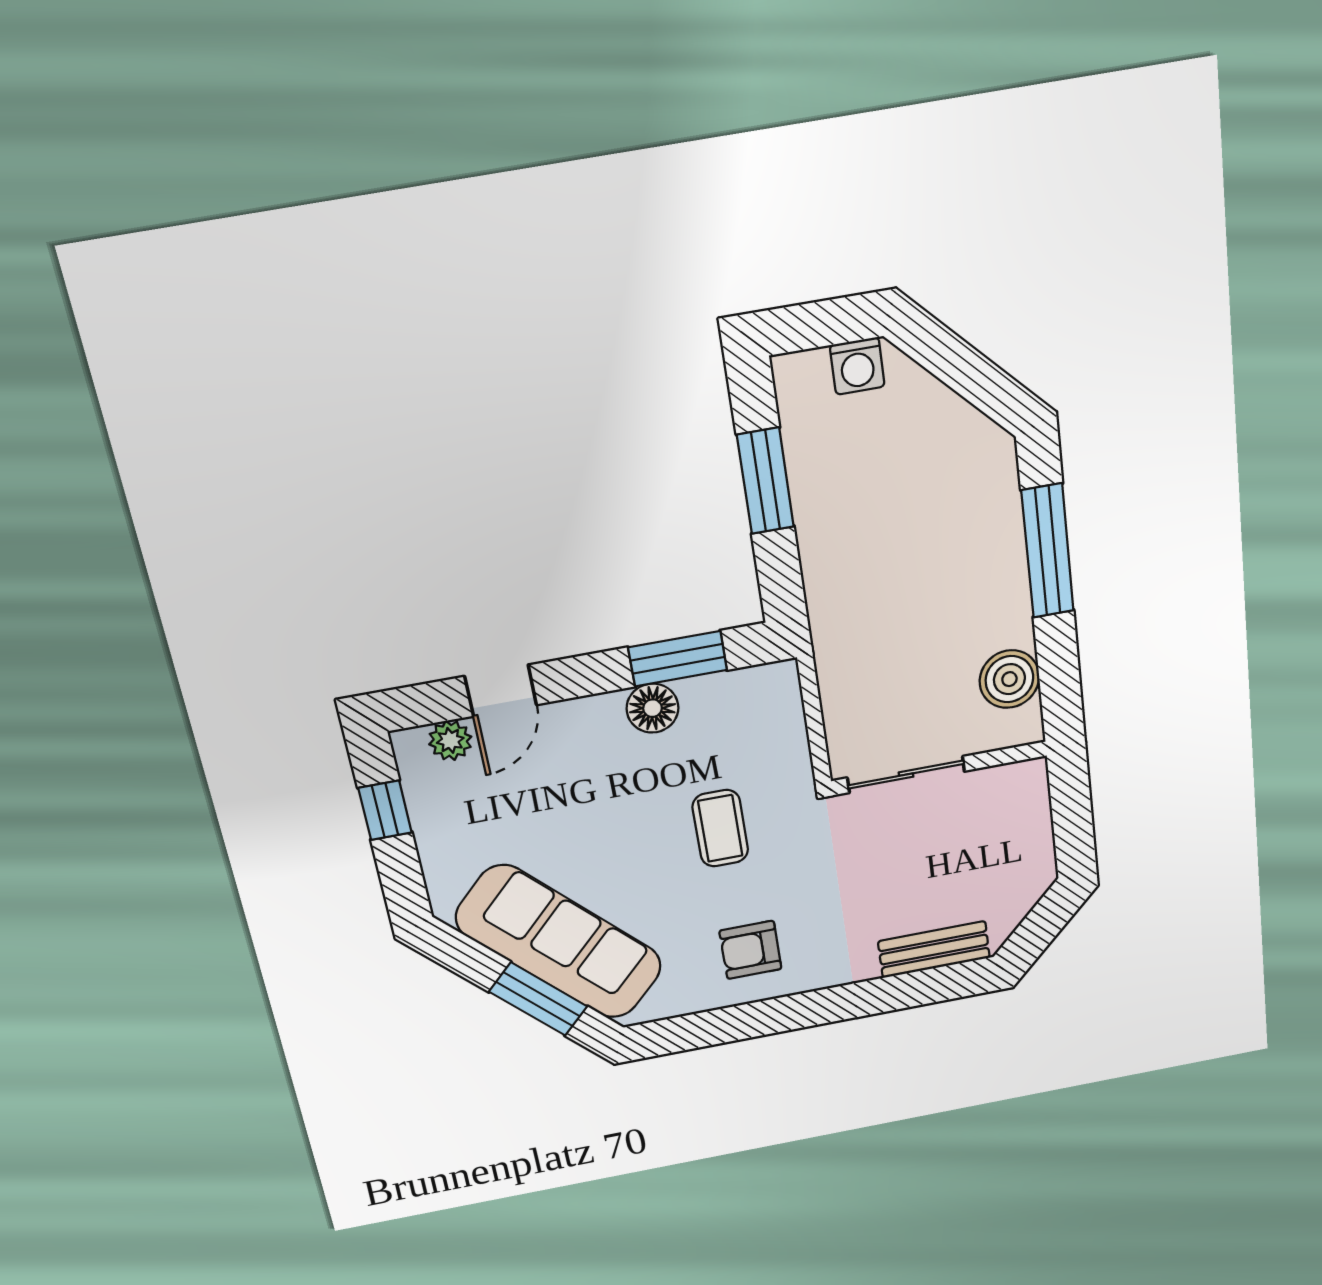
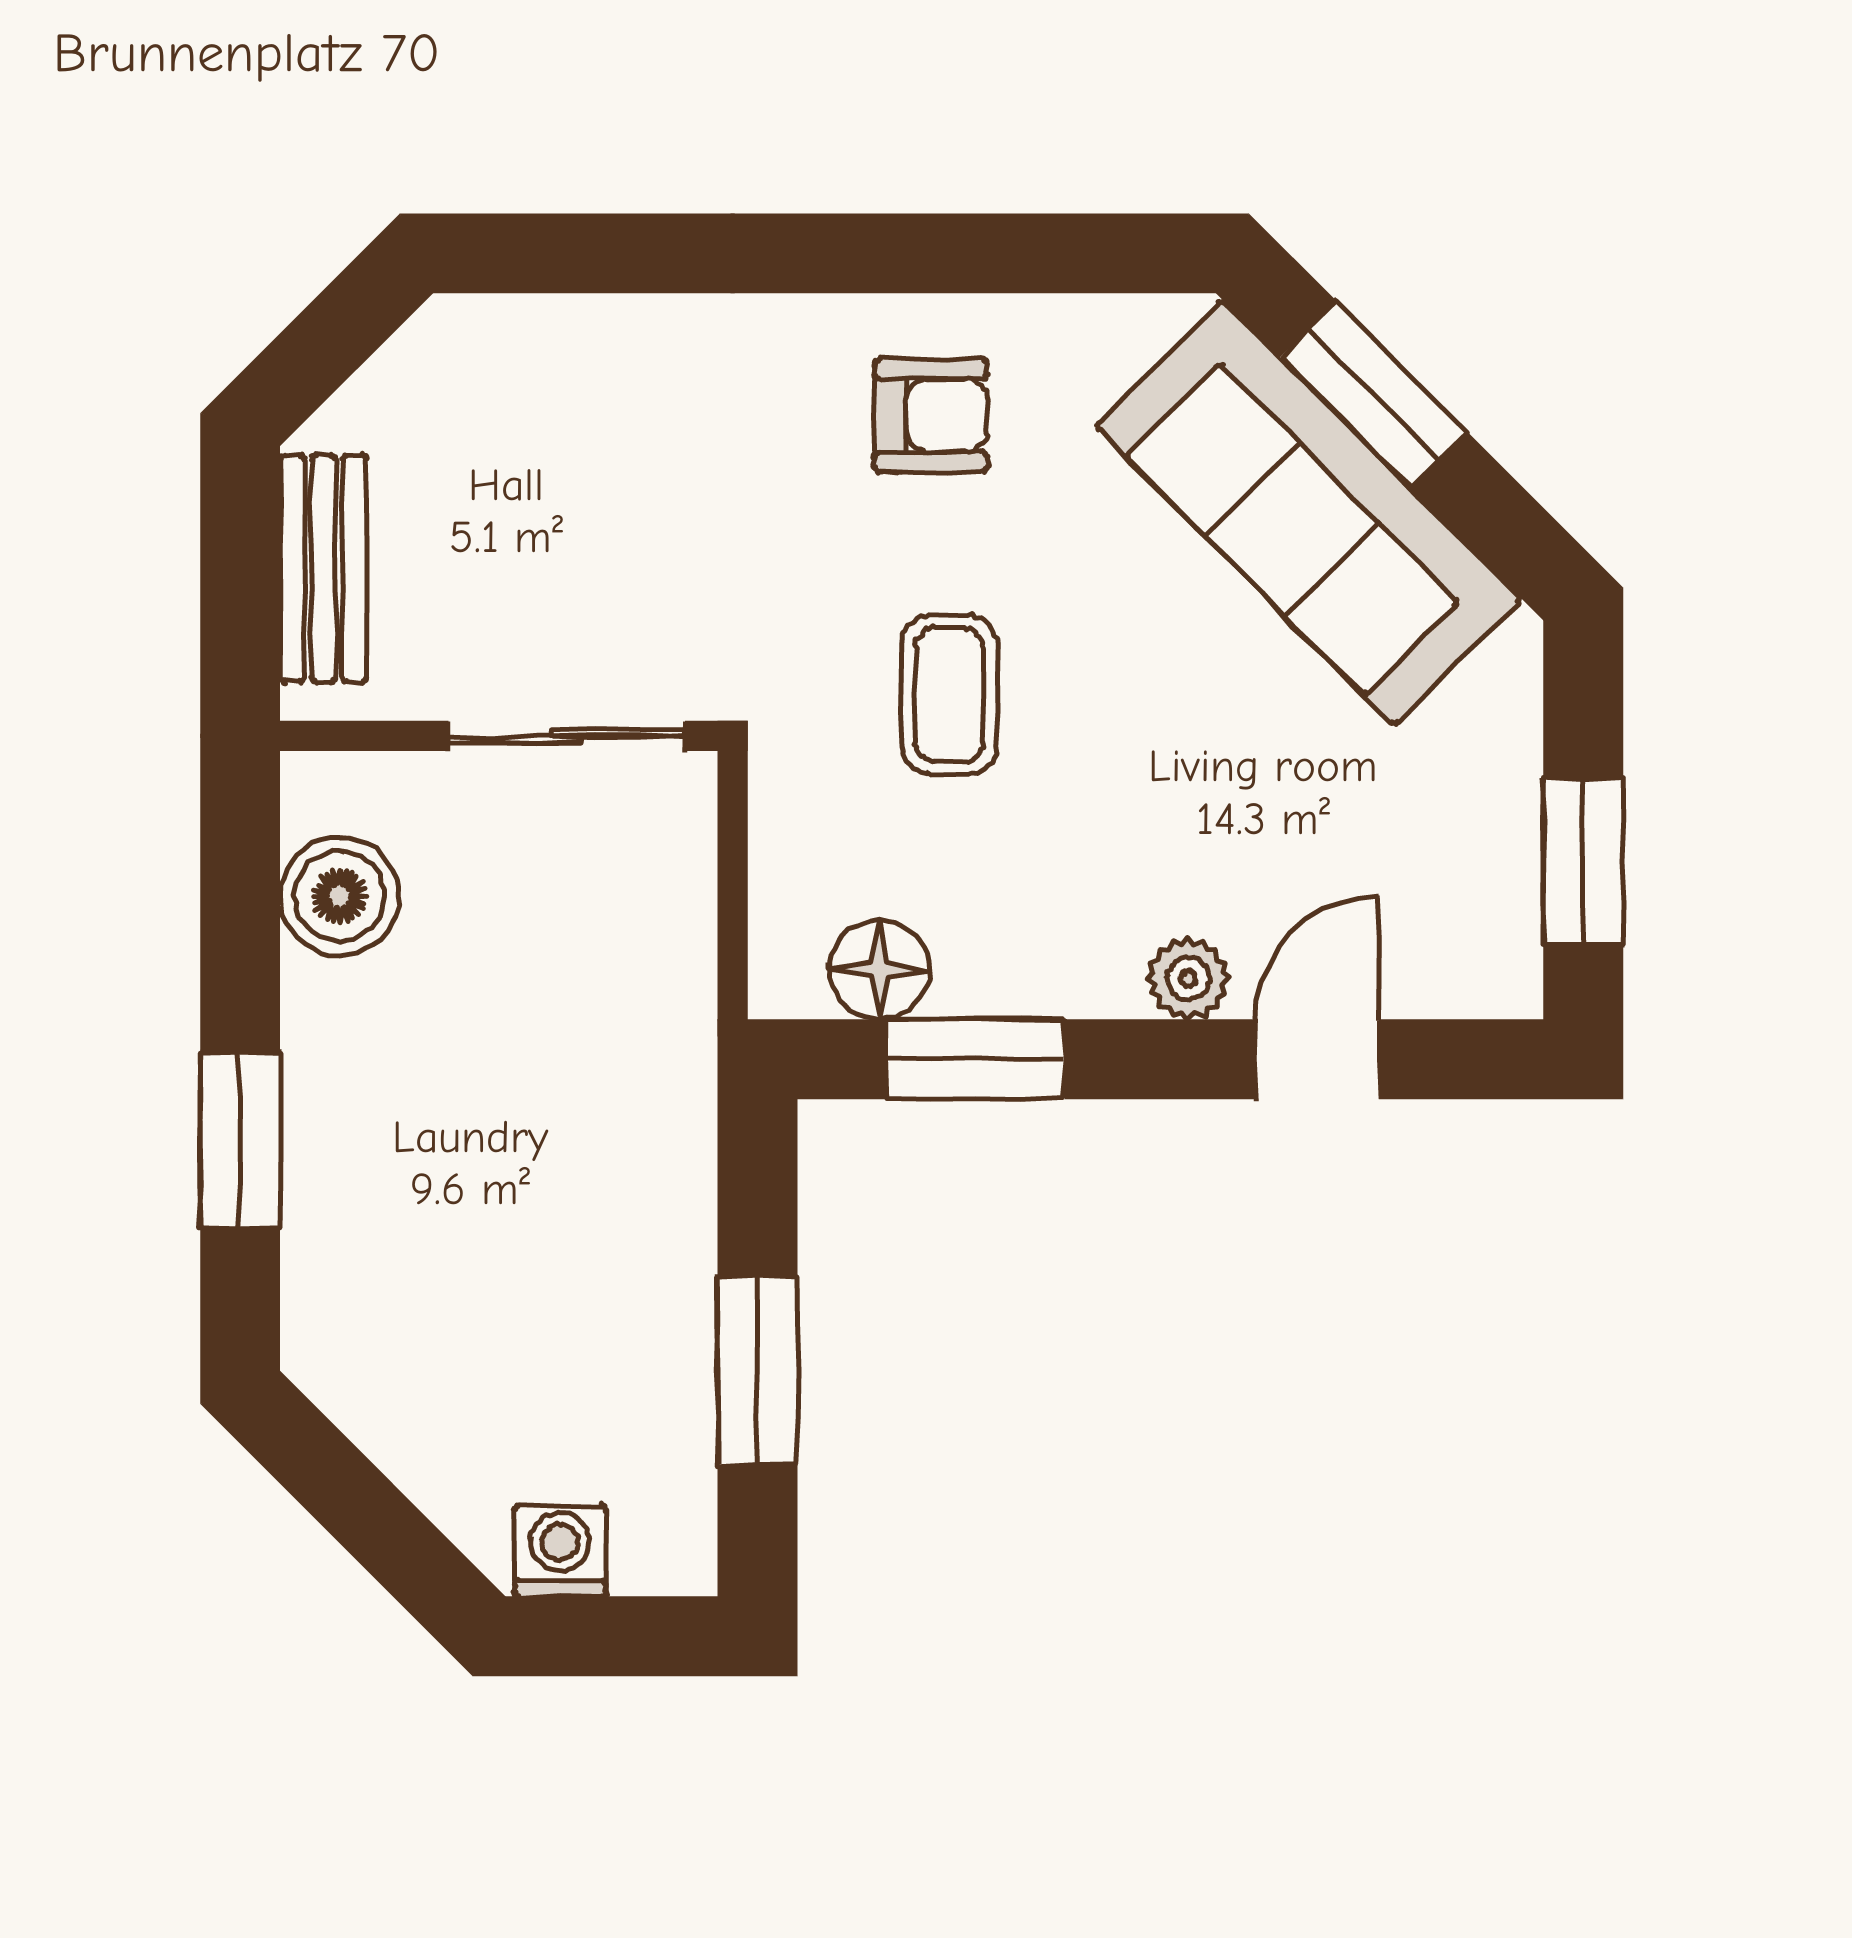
window: (1048, 551) -> (240, 1141), width x0.69
floor lamp: (652, 708) -> (879, 970), moved
plant: (450, 740) -> (1188, 979), moved
window: (385, 810) -> (1583, 862), width x1.50
bench: (934, 950) -> (323, 569), moved, turned 90

